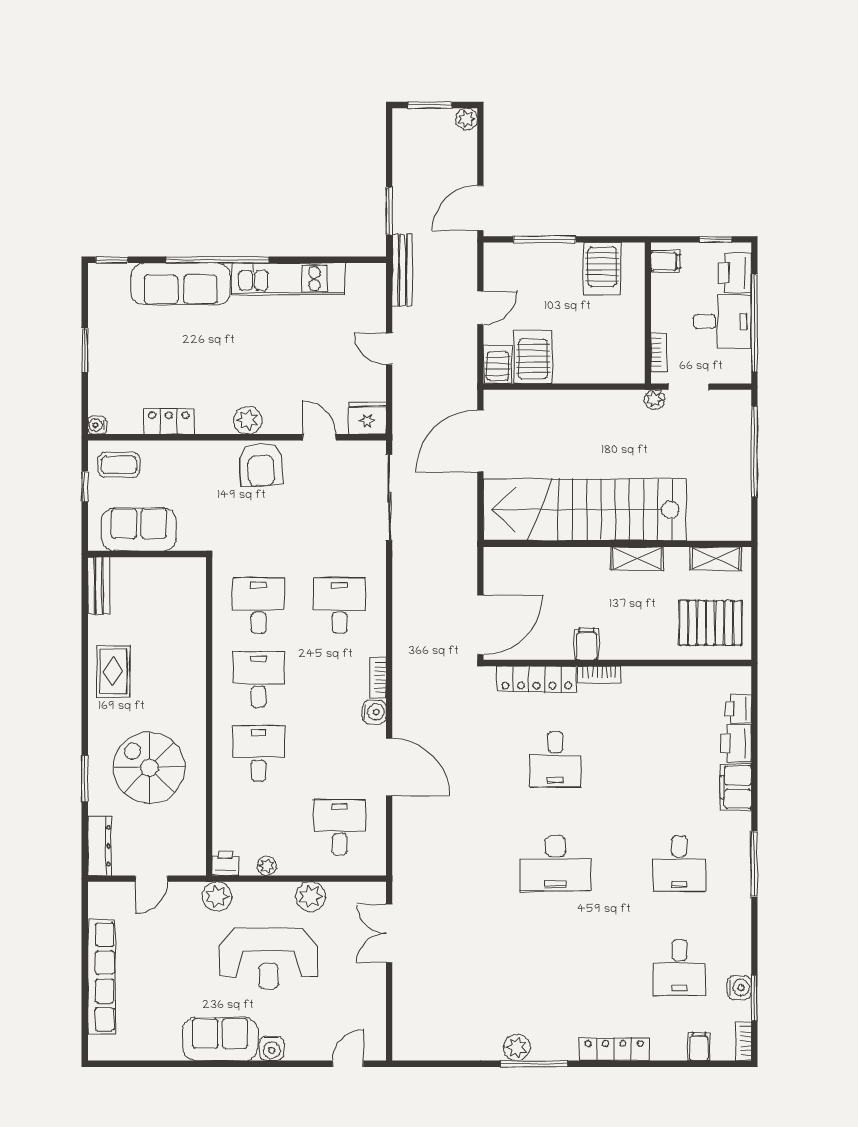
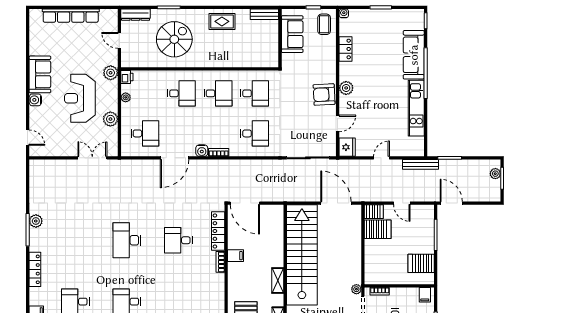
plant: (467, 119) -> (495, 174), moved

